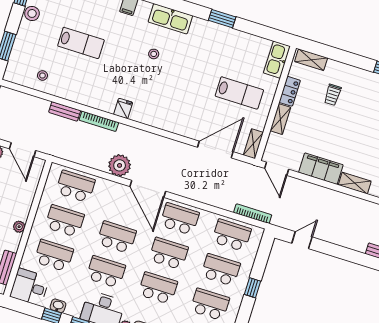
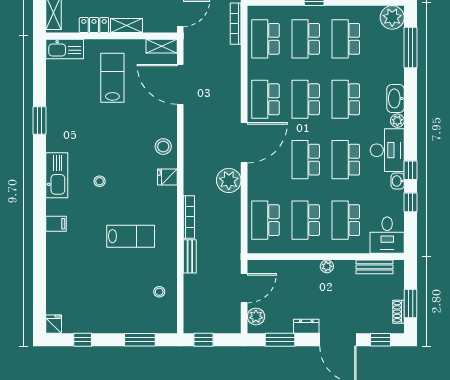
stool: (32, 13) -> (163, 147), moved
lab bench: (81, 43) -> (131, 236), moved, turned 90
fridge: (123, 109) -> (167, 177), moved
washbasin: (58, 306) -> (398, 181), moved

